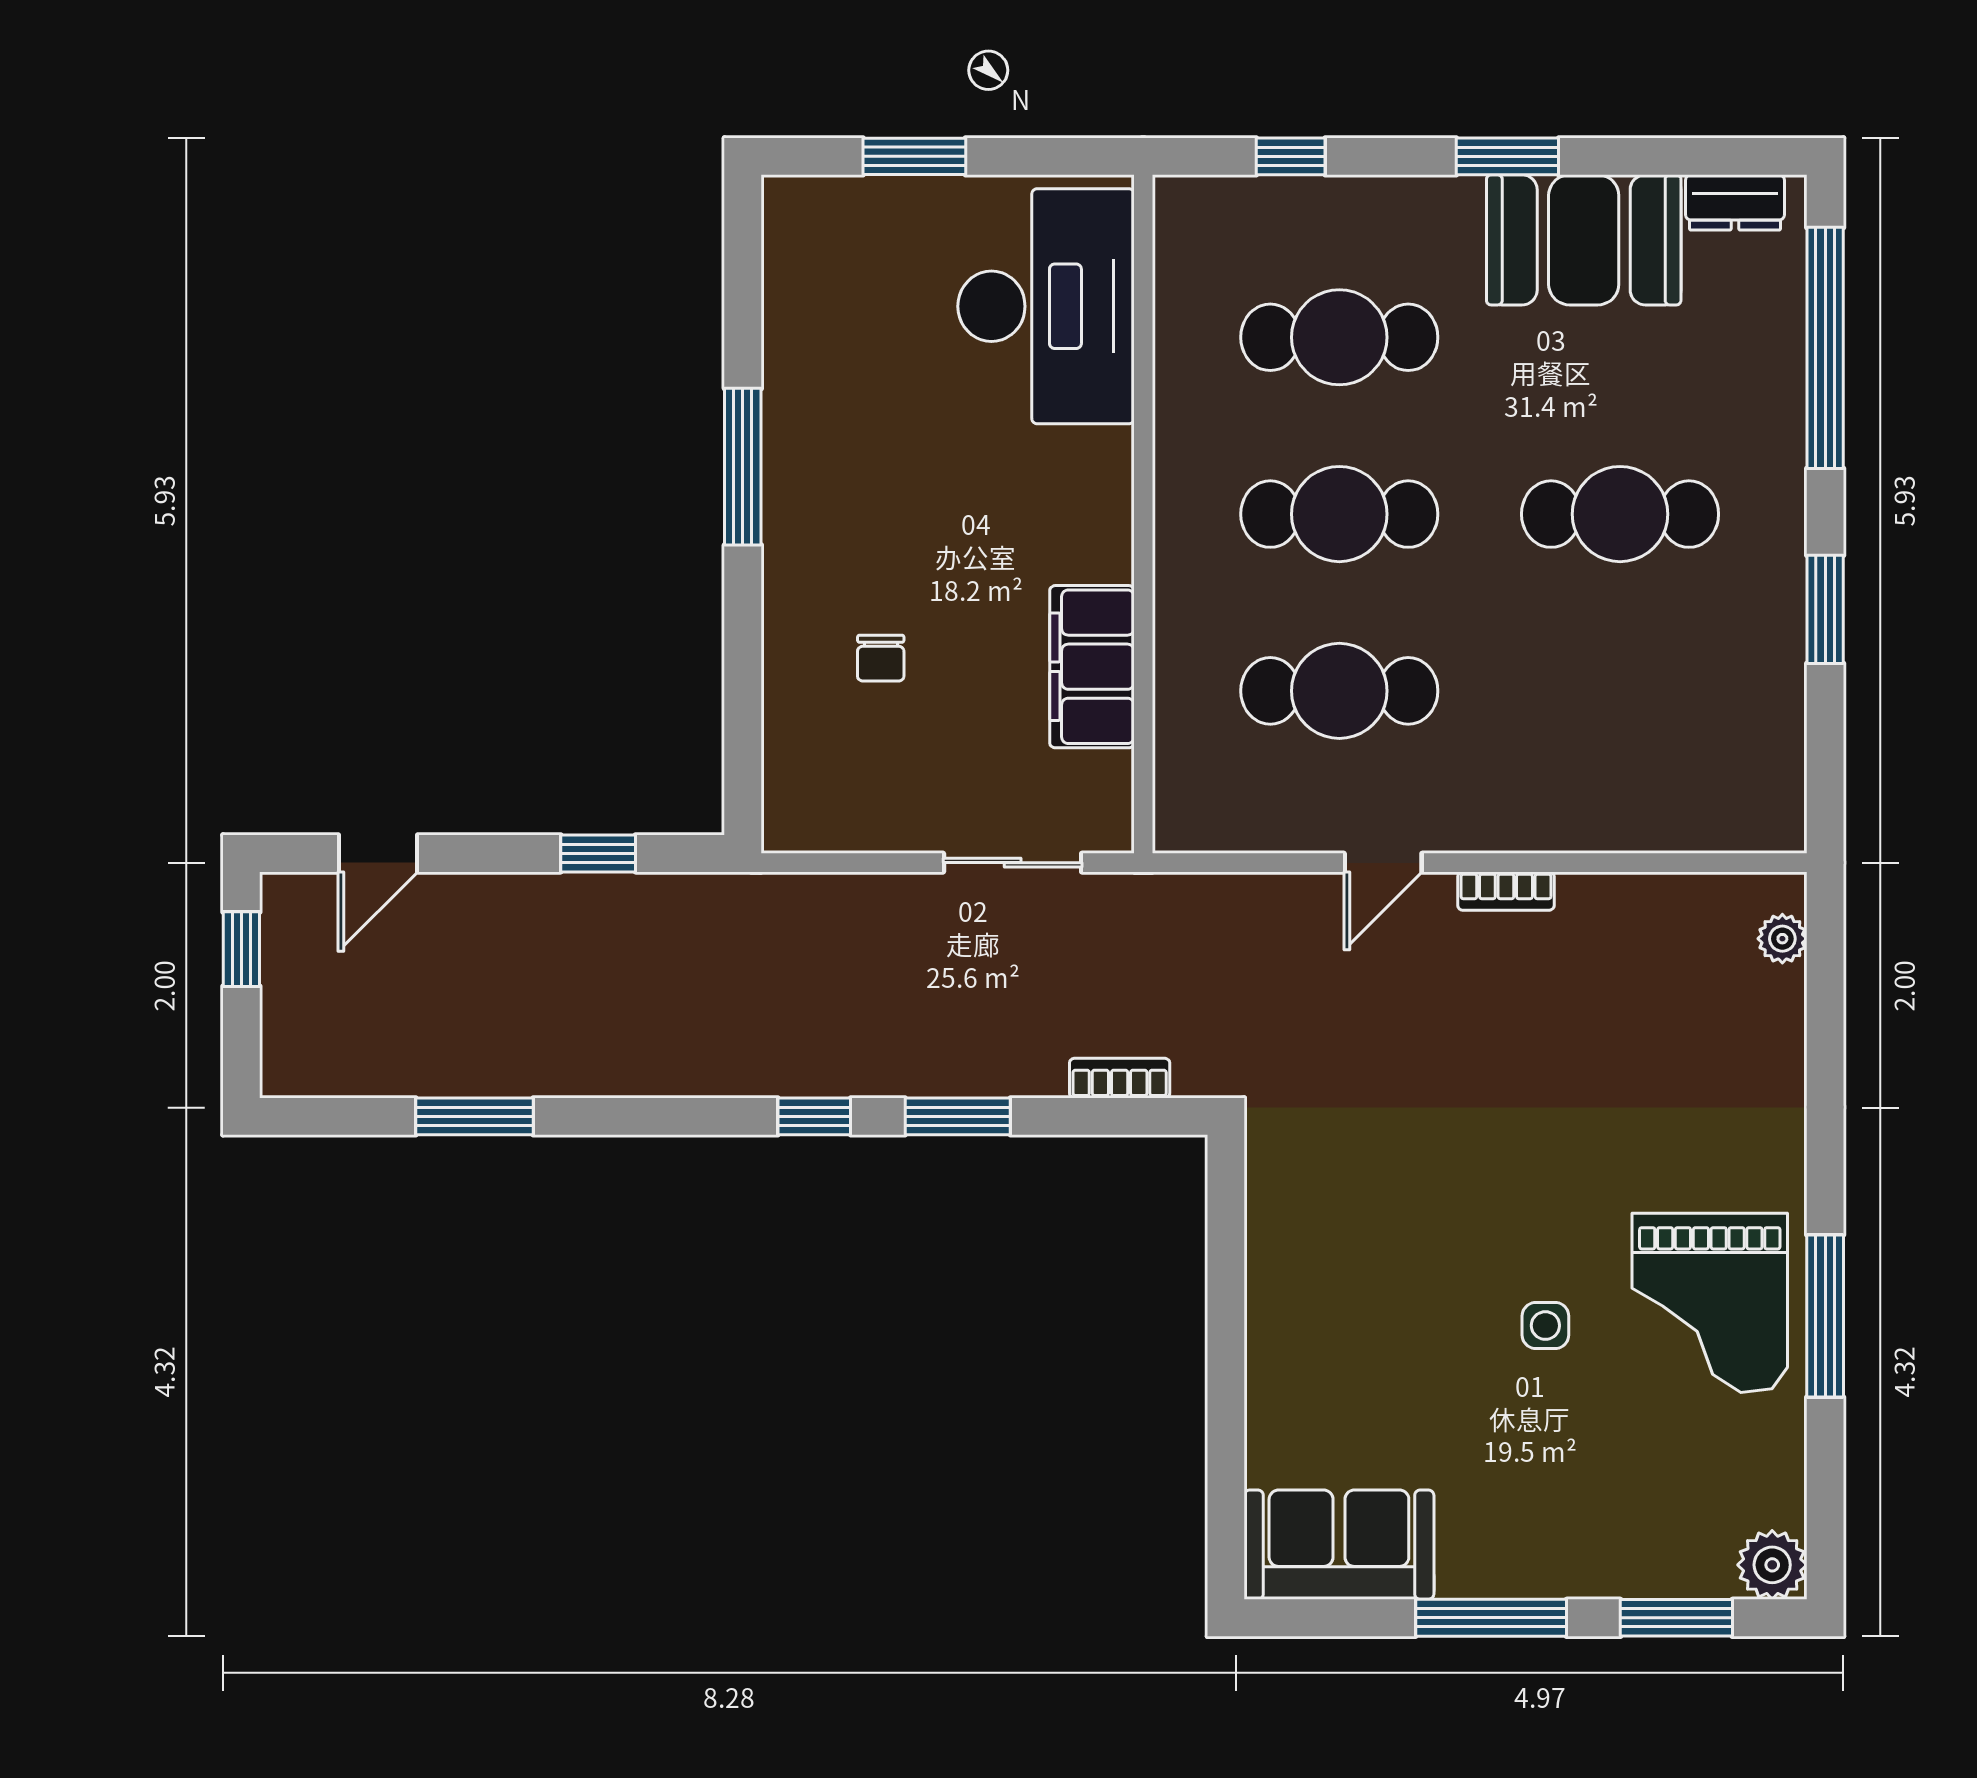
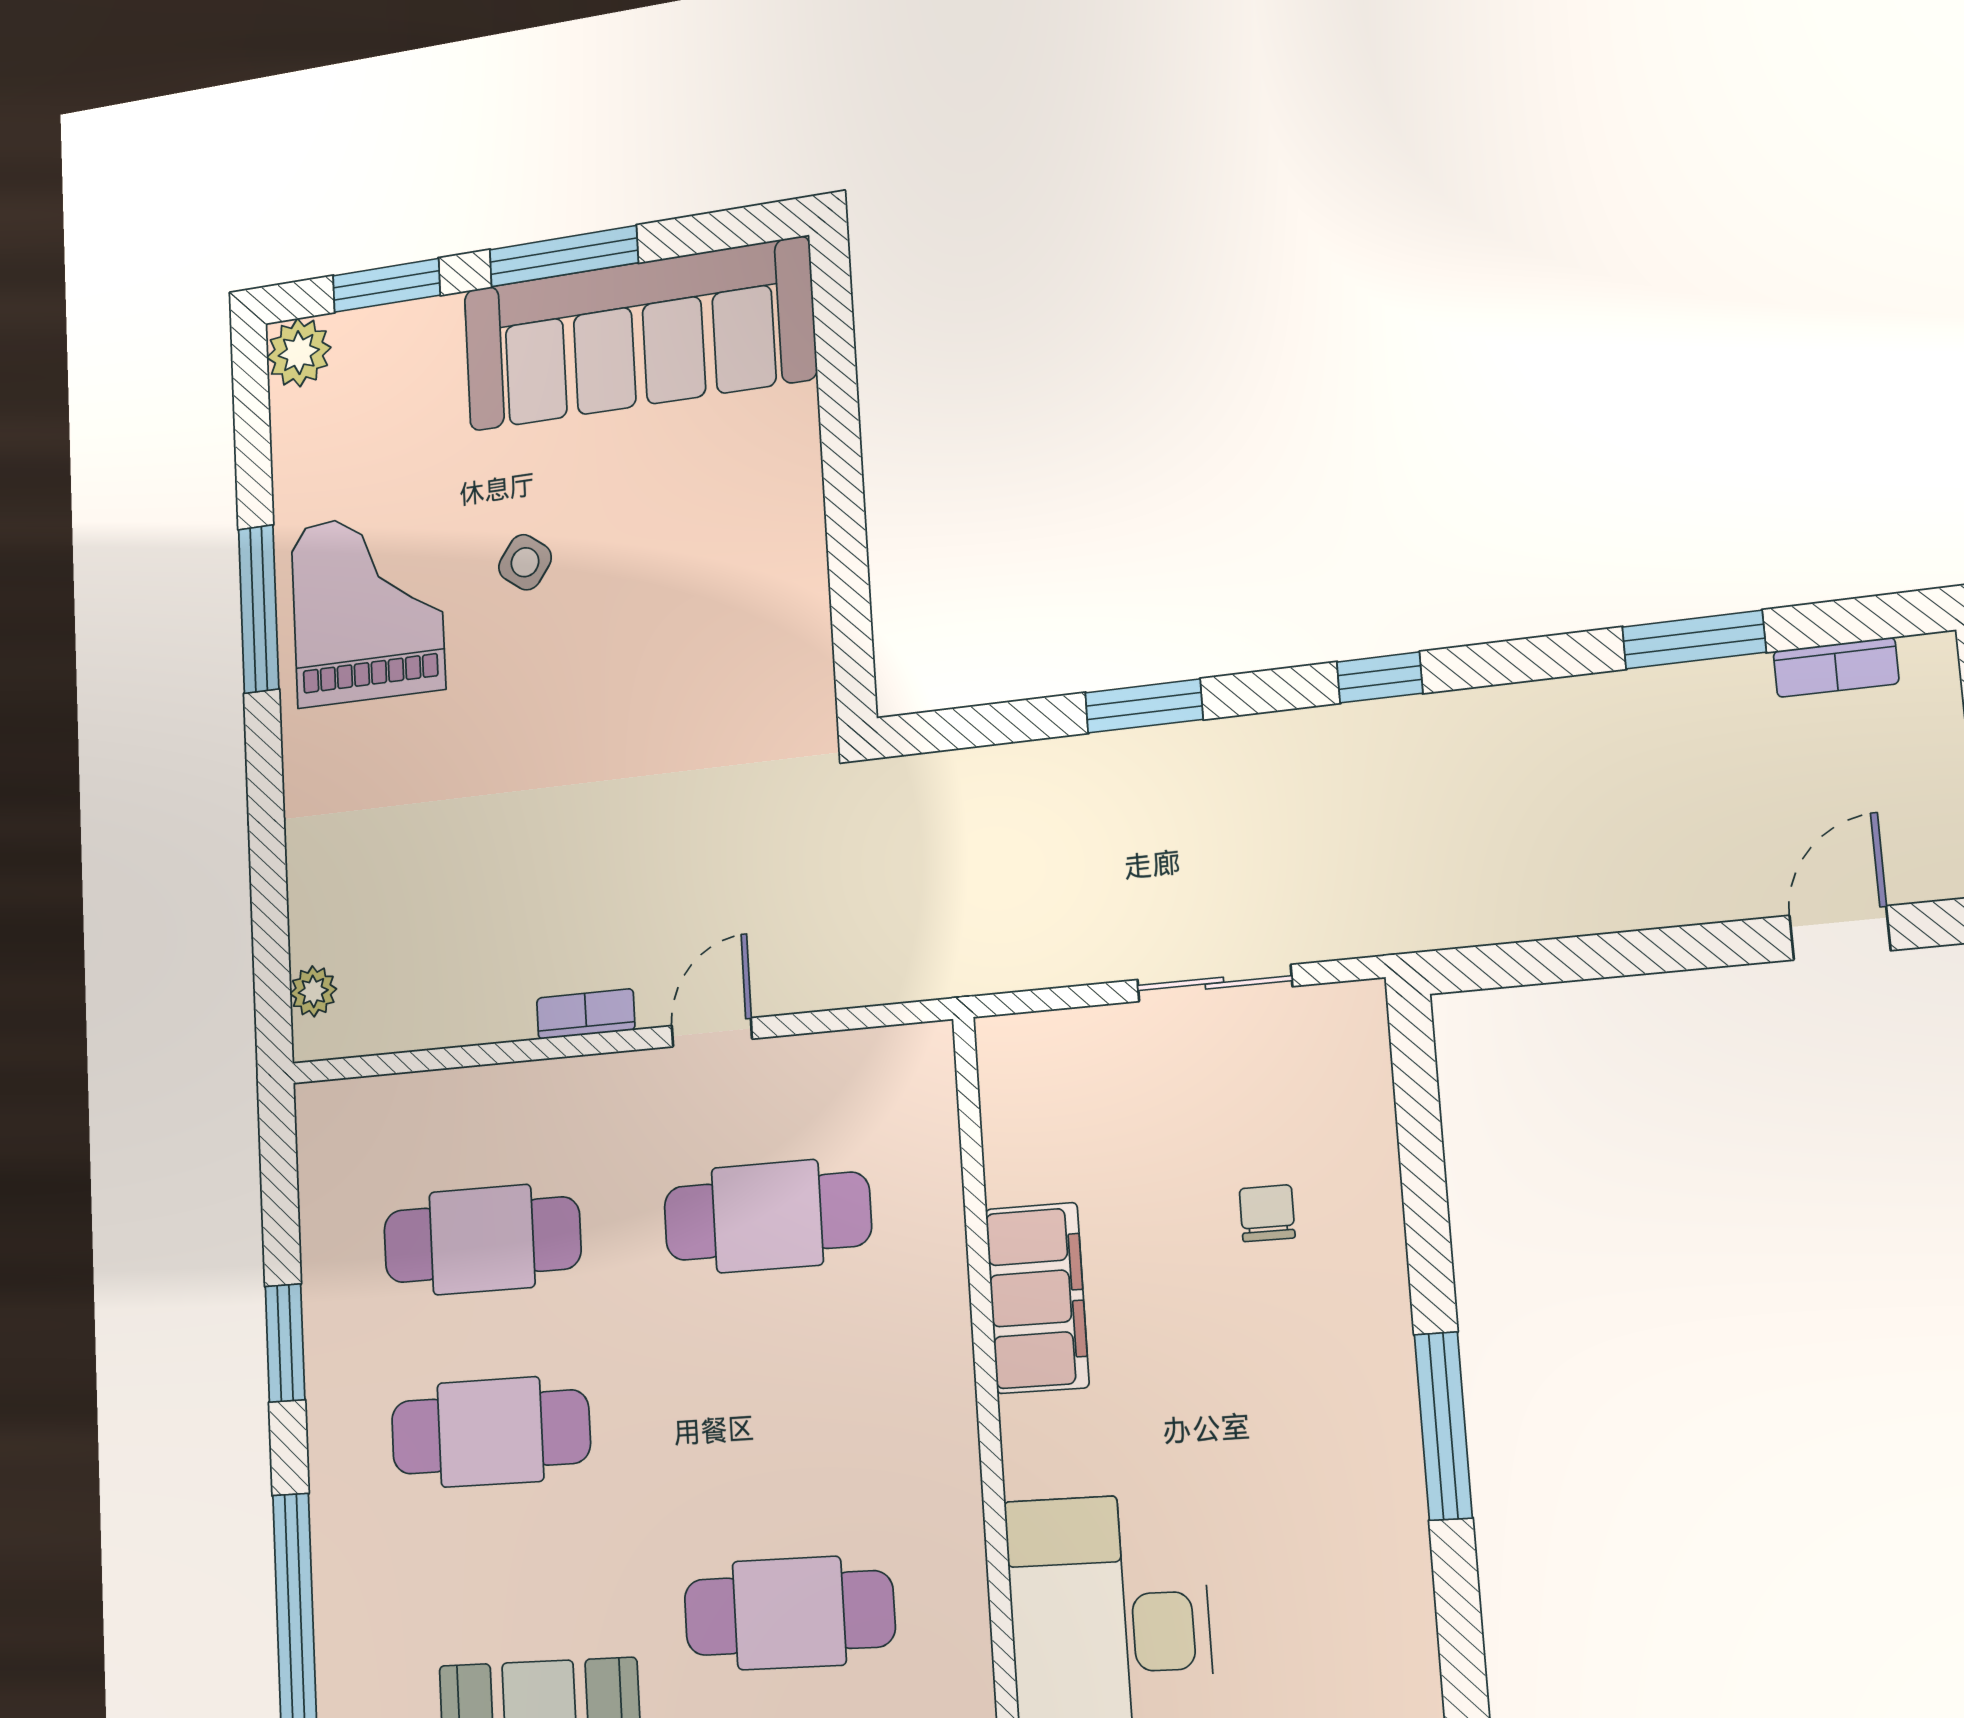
cafe table: (1339, 514) -> (482, 1240), moved
filing cabinet: (1092, 667) -> (1037, 1298), moved
window: (598, 853) -> (1575, 959), removed
sliding door: (1013, 863) -> (1214, 983), moved
bookcase: (1120, 1078) -> (1836, 667), moved
window: (814, 1116) -> (1380, 678), moved
side table: (1545, 1326) -> (525, 562), turned 36
sofa: (1339, 1545) -> (638, 334), width x1.85, depth x1.27

